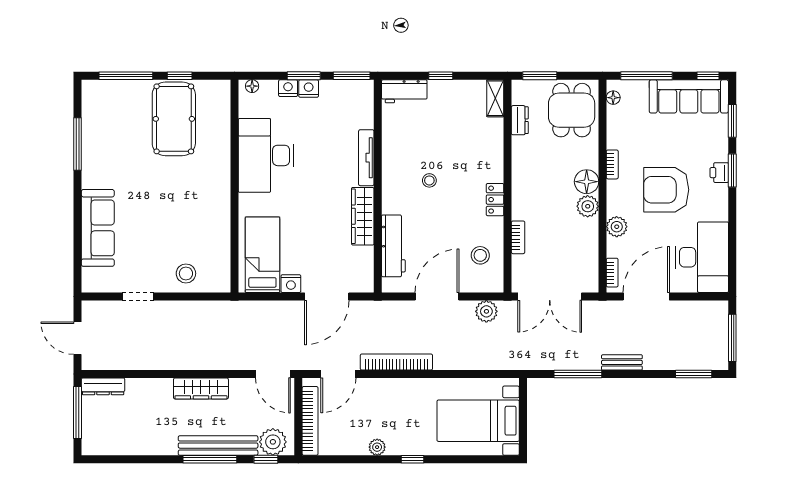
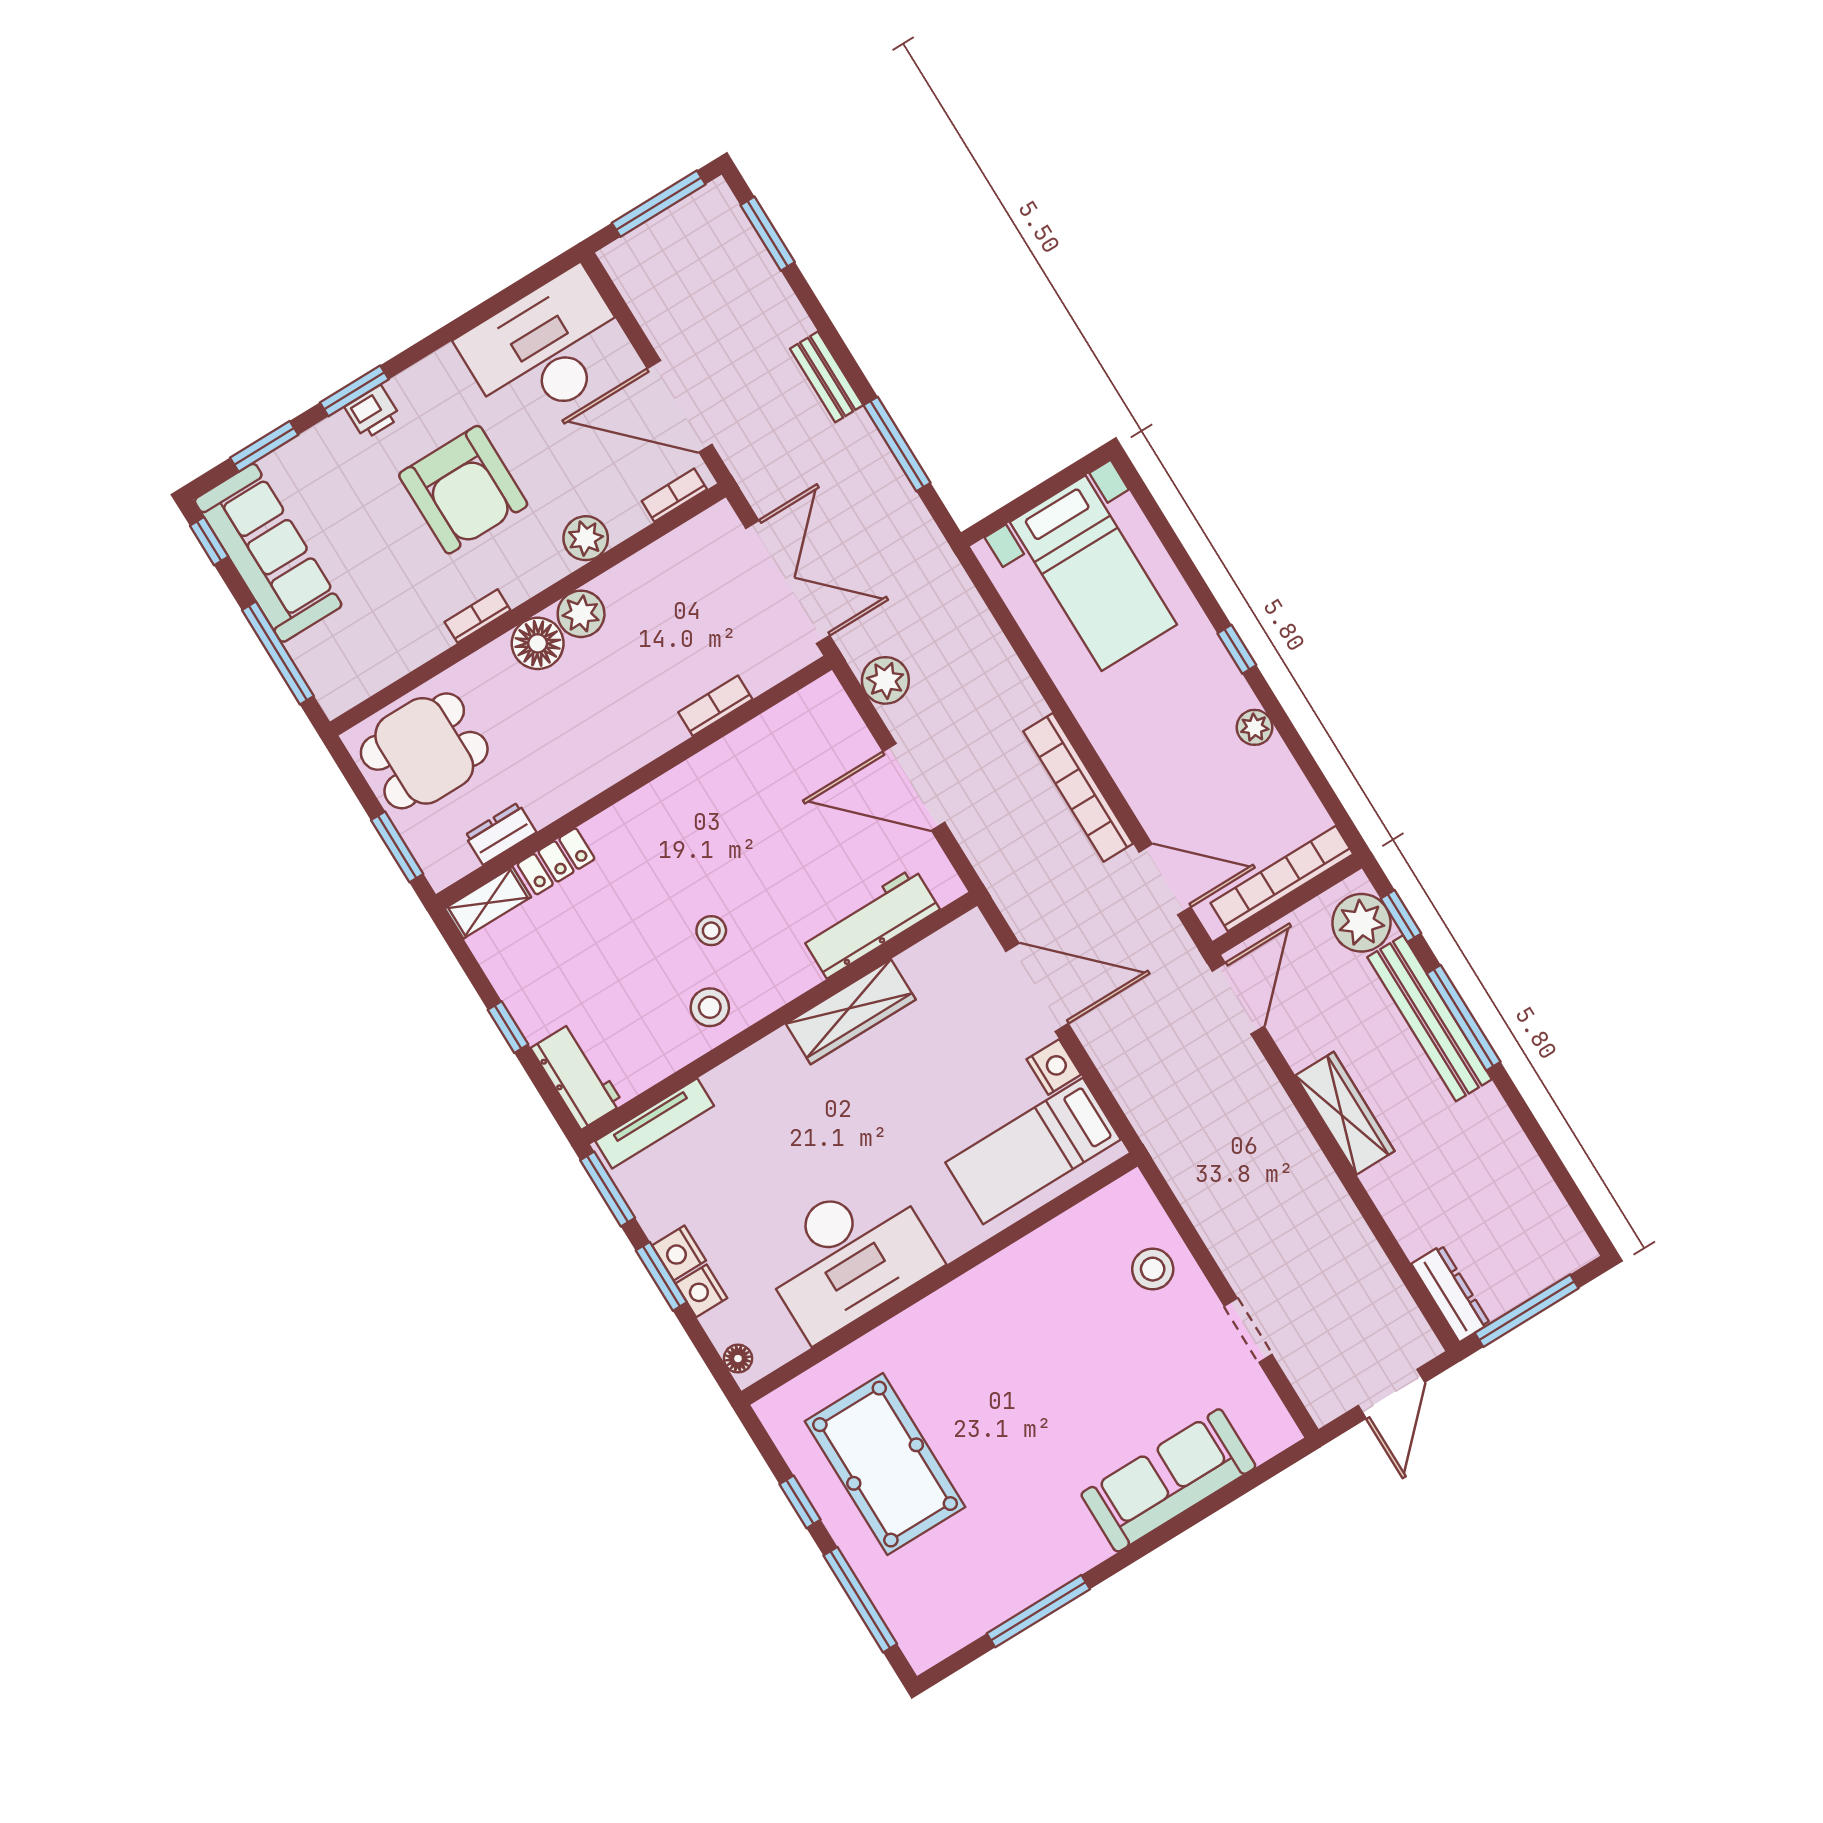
floor lamp: (613, 98) -> (355, 689), removed
pool table: (174, 119) -> (885, 1464), turned 90
tv unit: (366, 158) -> (655, 1123), moved
locker: (495, 200) -> (556, 861), moved
stool: (480, 255) -> (710, 1007), moved

